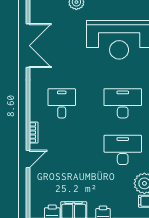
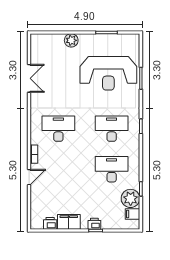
double door: (28, 46) -> (29, 78), width x0.73
desk: (62, 103) -> (58, 129), width x1.37

